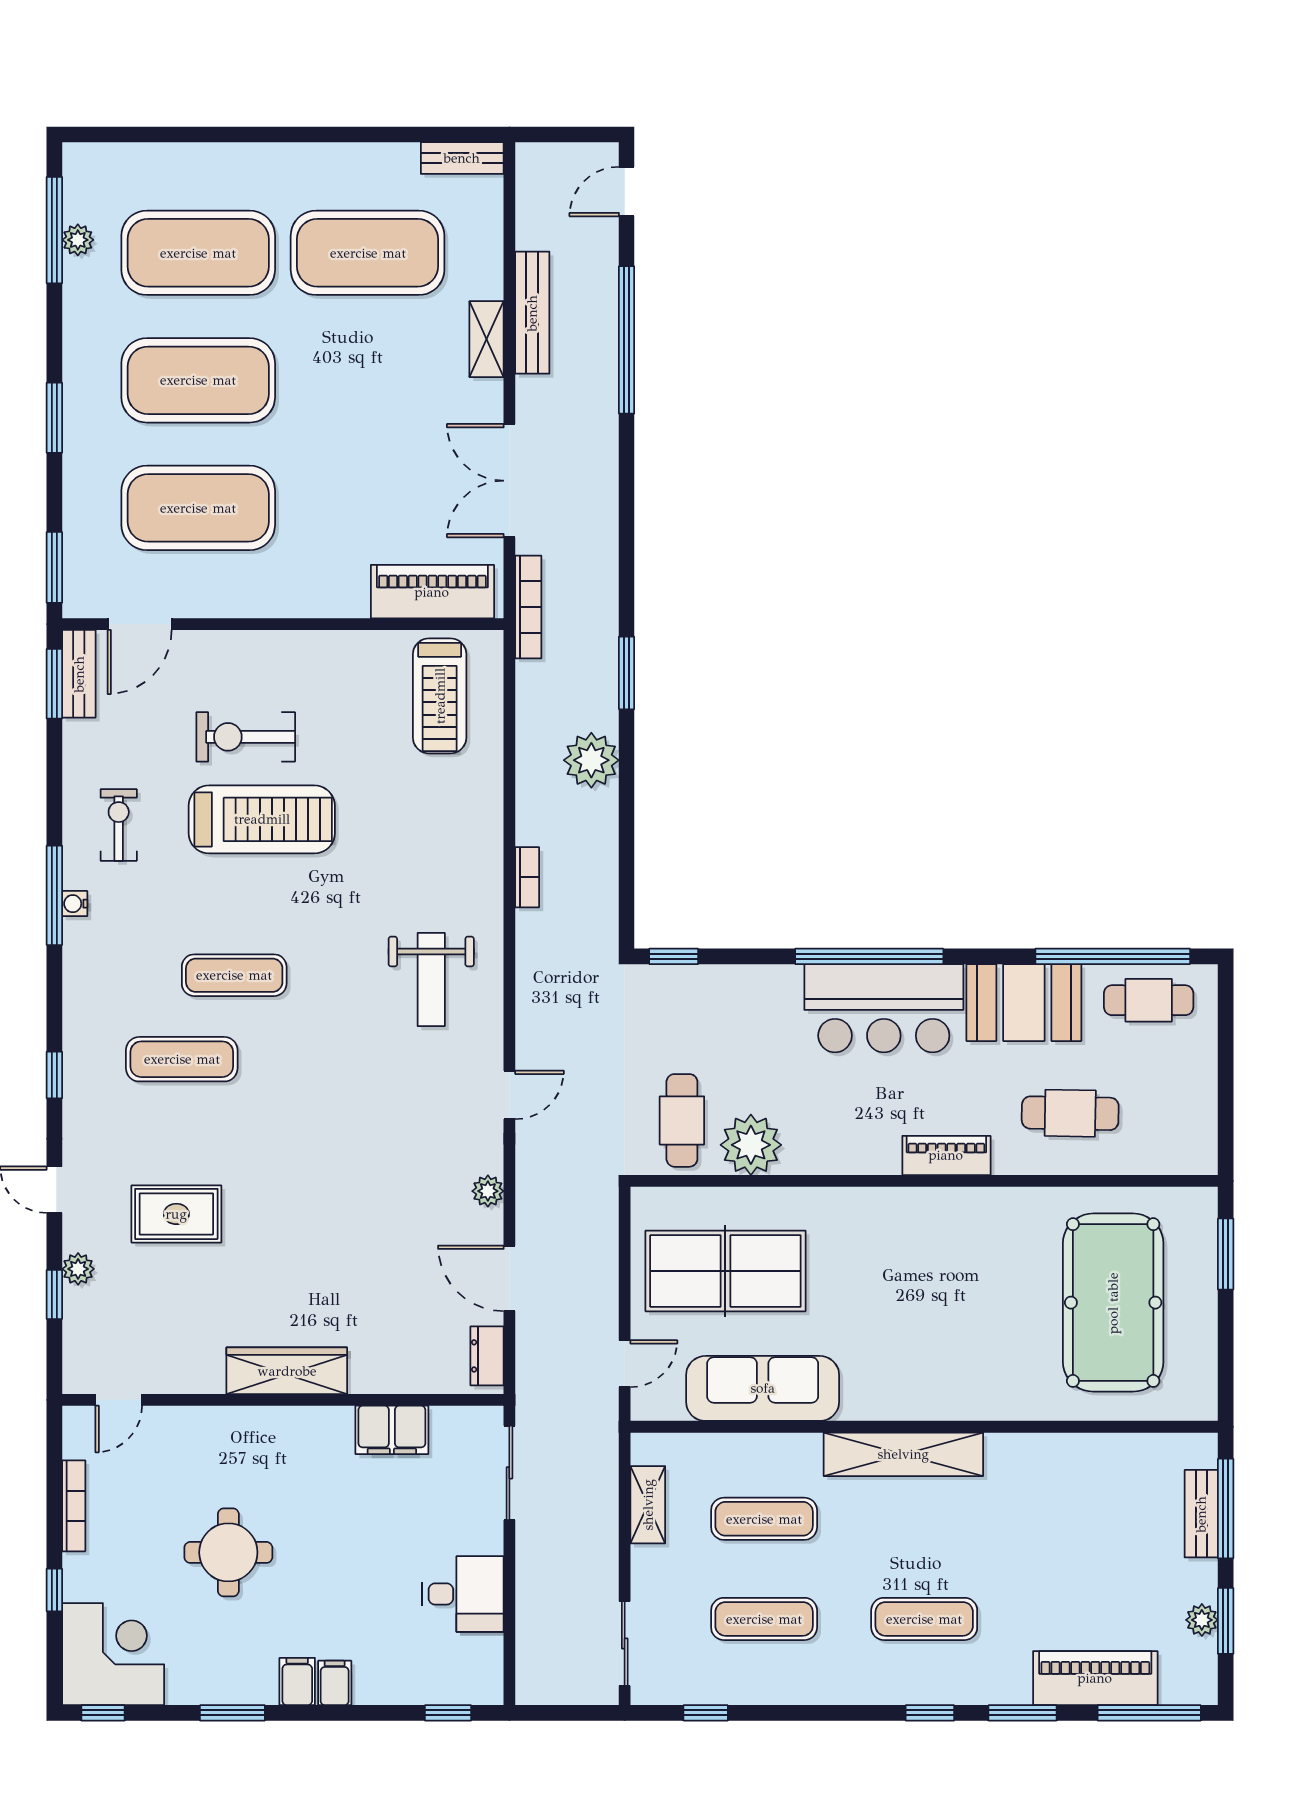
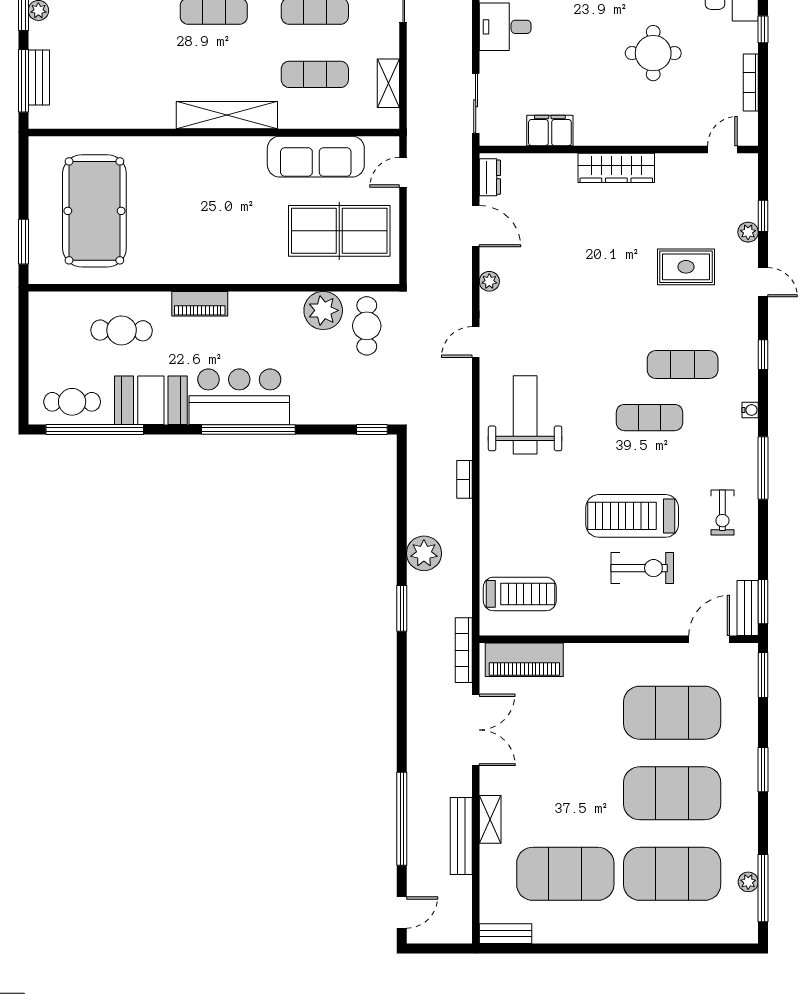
treadmill: (440, 696) -> (520, 594), turned 90
water cooler: (75, 904) -> (750, 410), moved
weight bench: (431, 980) -> (525, 415), width x1.36, depth x1.33

